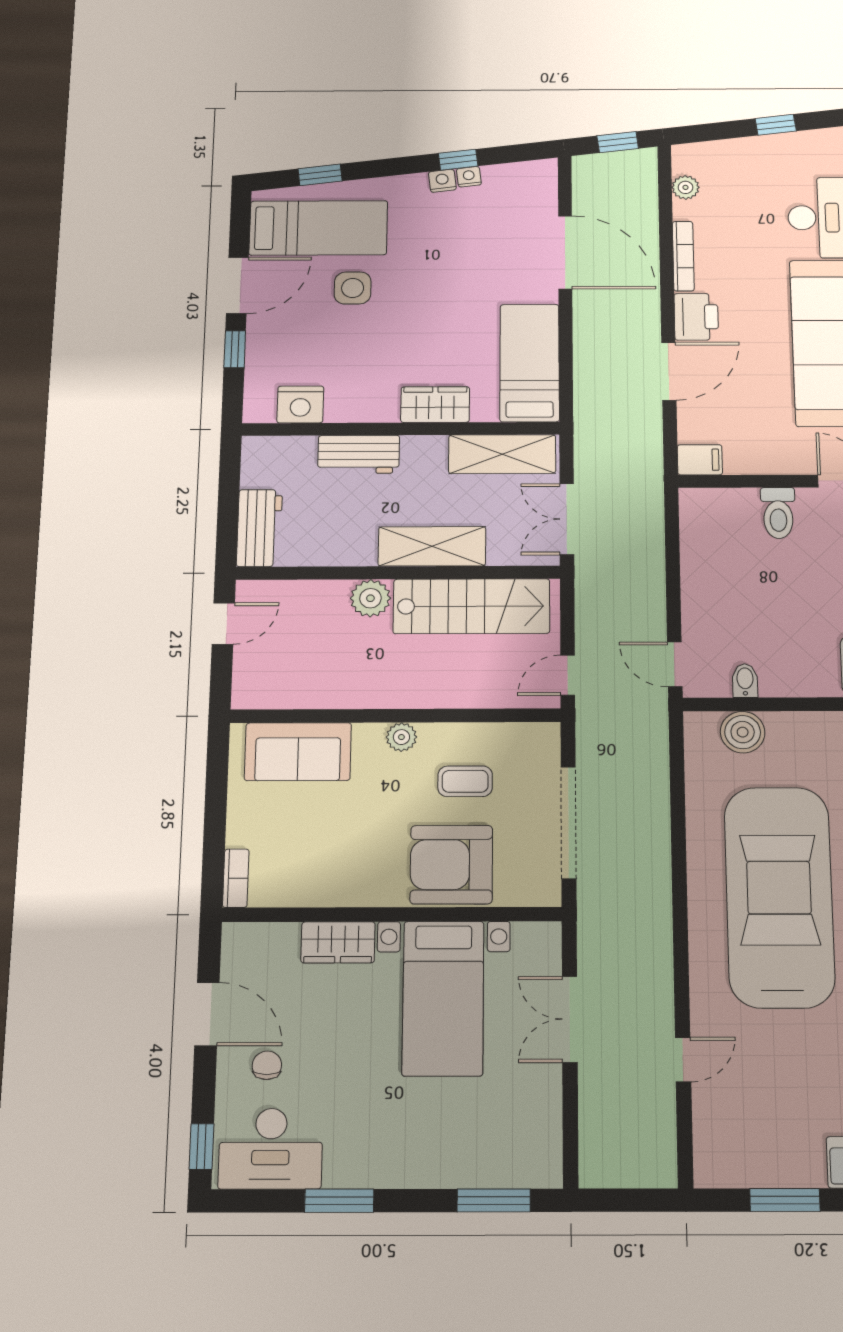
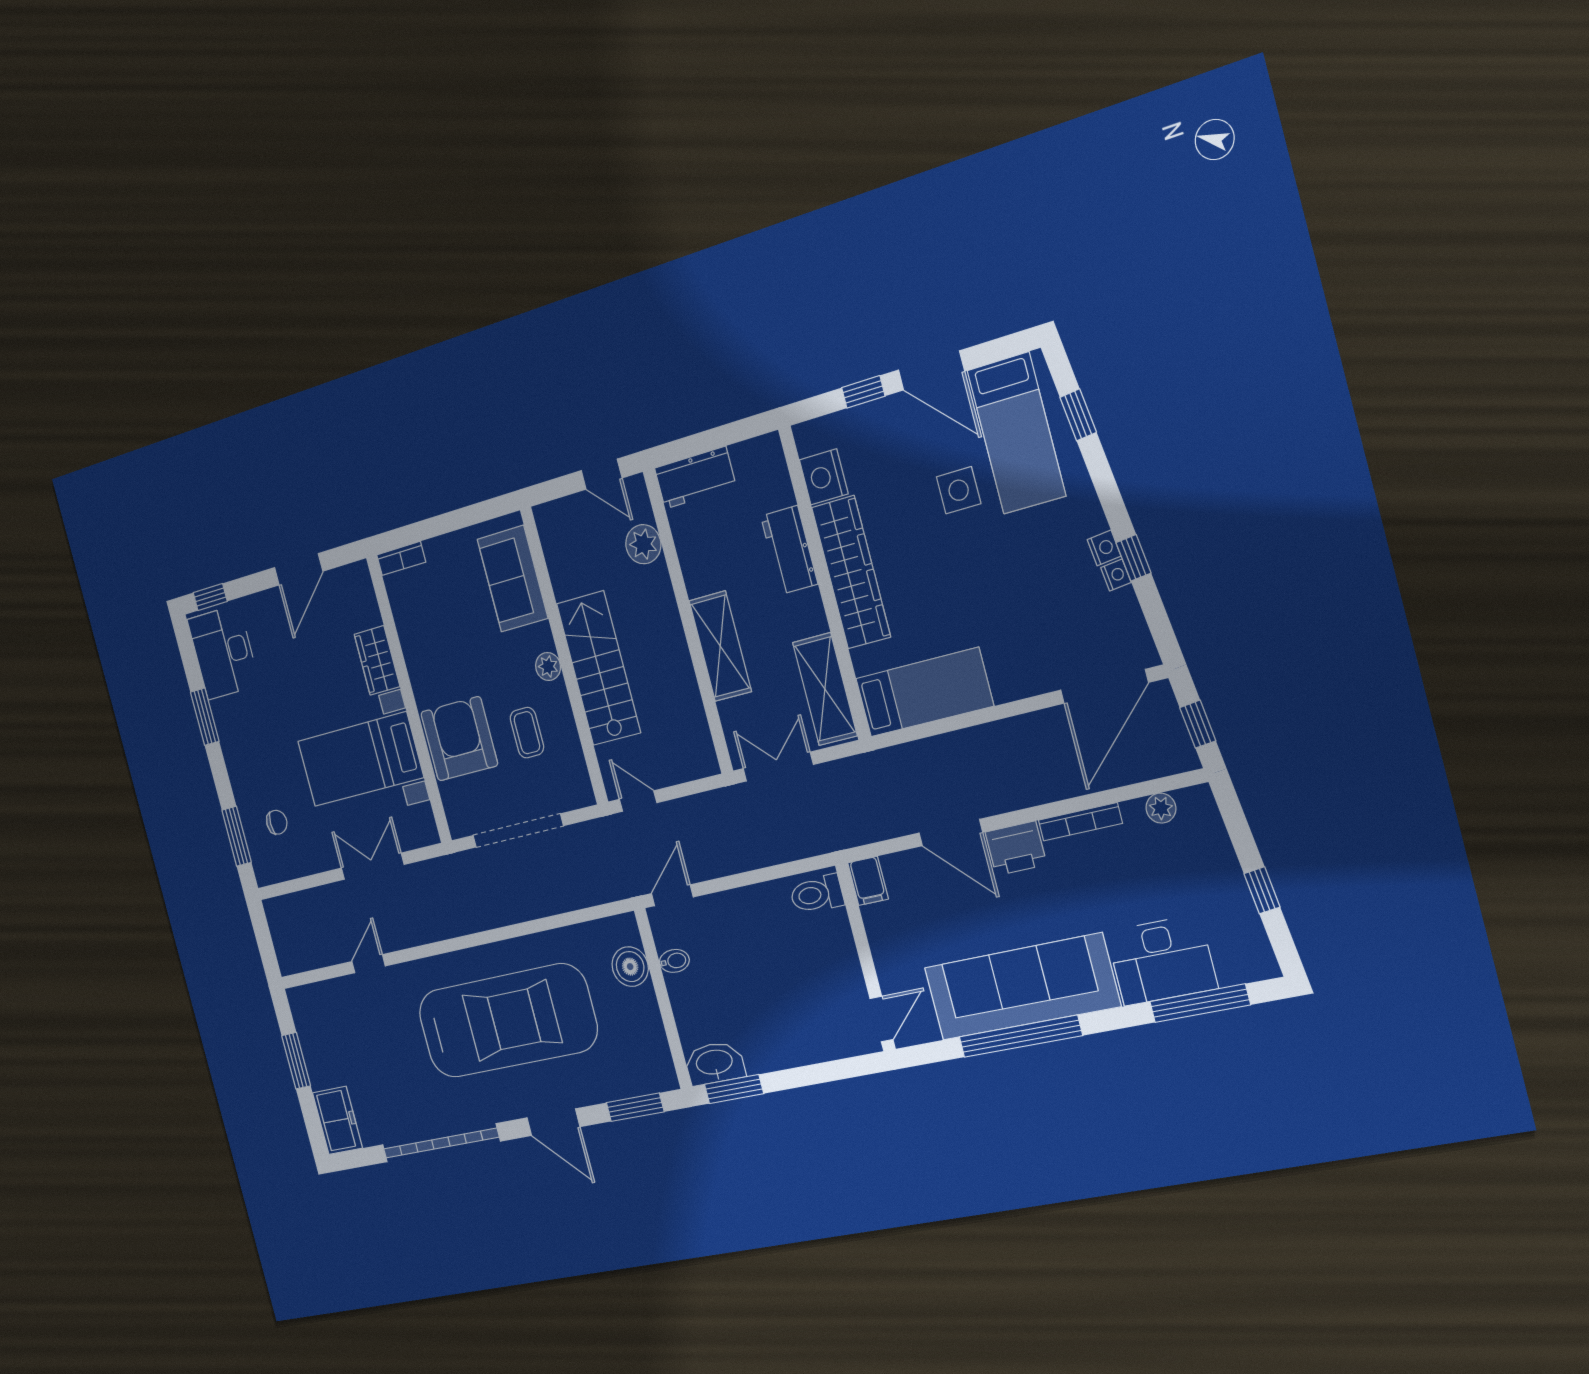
door: (565, 252) -> (1104, 686), moved
wardrobe: (435, 405) -> (851, 572), width x2.10, depth x1.17
toilet: (778, 513) -> (817, 894), moved
plant: (370, 598) -> (643, 544), moved
stairs: (472, 606) -> (599, 668), moved, turned 180
door: (683, 1060) -> (369, 964), swing flipped
chair: (267, 1065) -> (277, 822), moved

